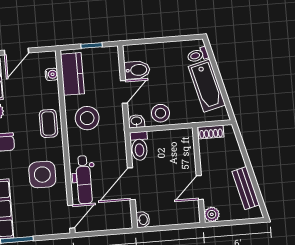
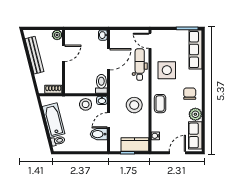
kitchen counter: (72, 74) -> (135, 144), moved, turned 90
bench: (246, 188) -> (34, 55), width x1.36
door: (71, 217) -> (150, 41), hinge flipped

